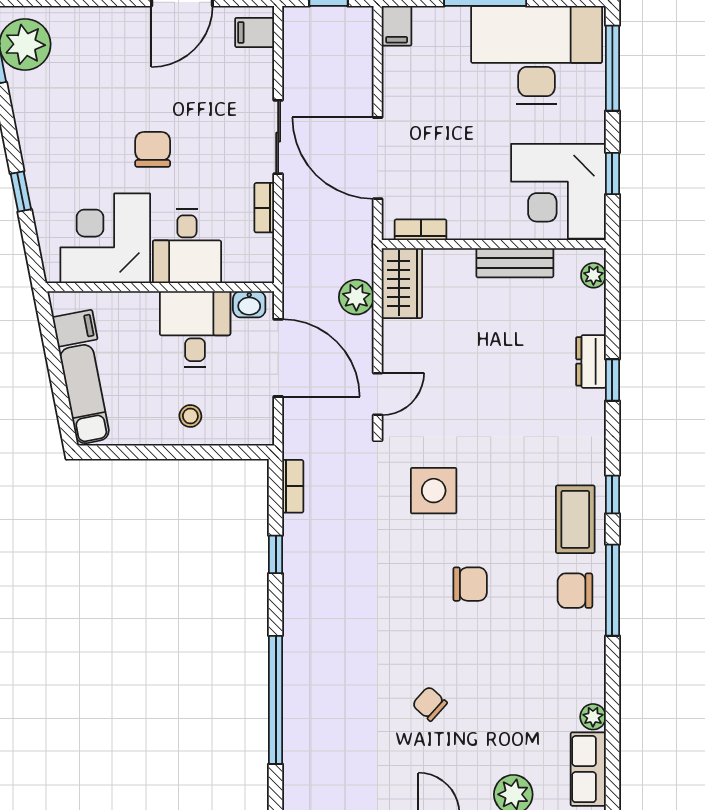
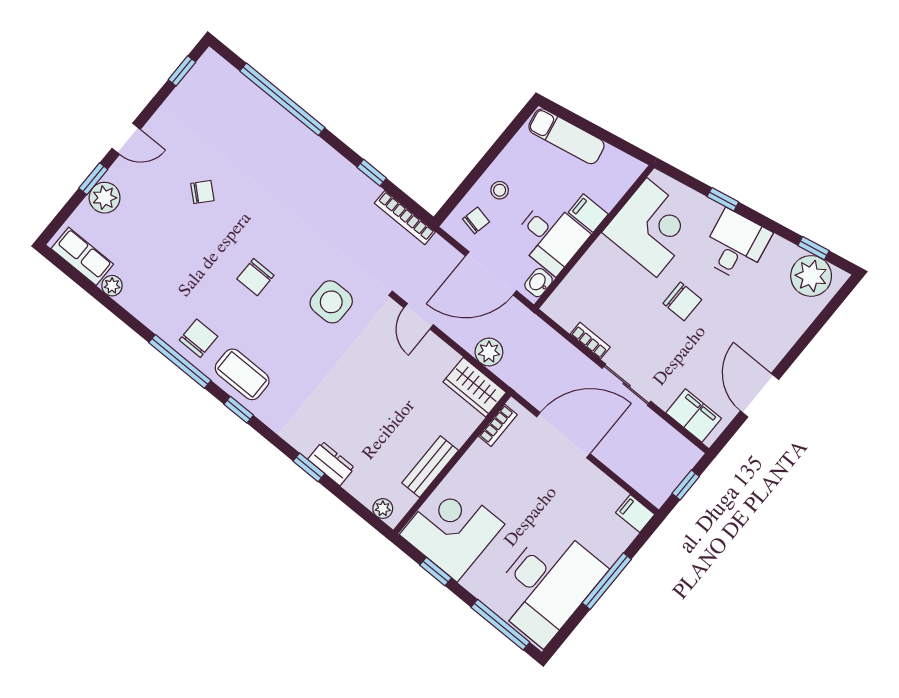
filing cabinet: (255, 32) -> (694, 416), width x2.00
desk: (187, 246) -> (736, 245), moved, turned 79
filing cabinet: (75, 328) -> (588, 213), moved, turned 101
chair: (239, 415) -> (476, 220), added
bookcase: (293, 486) -> (405, 218), width x1.56

